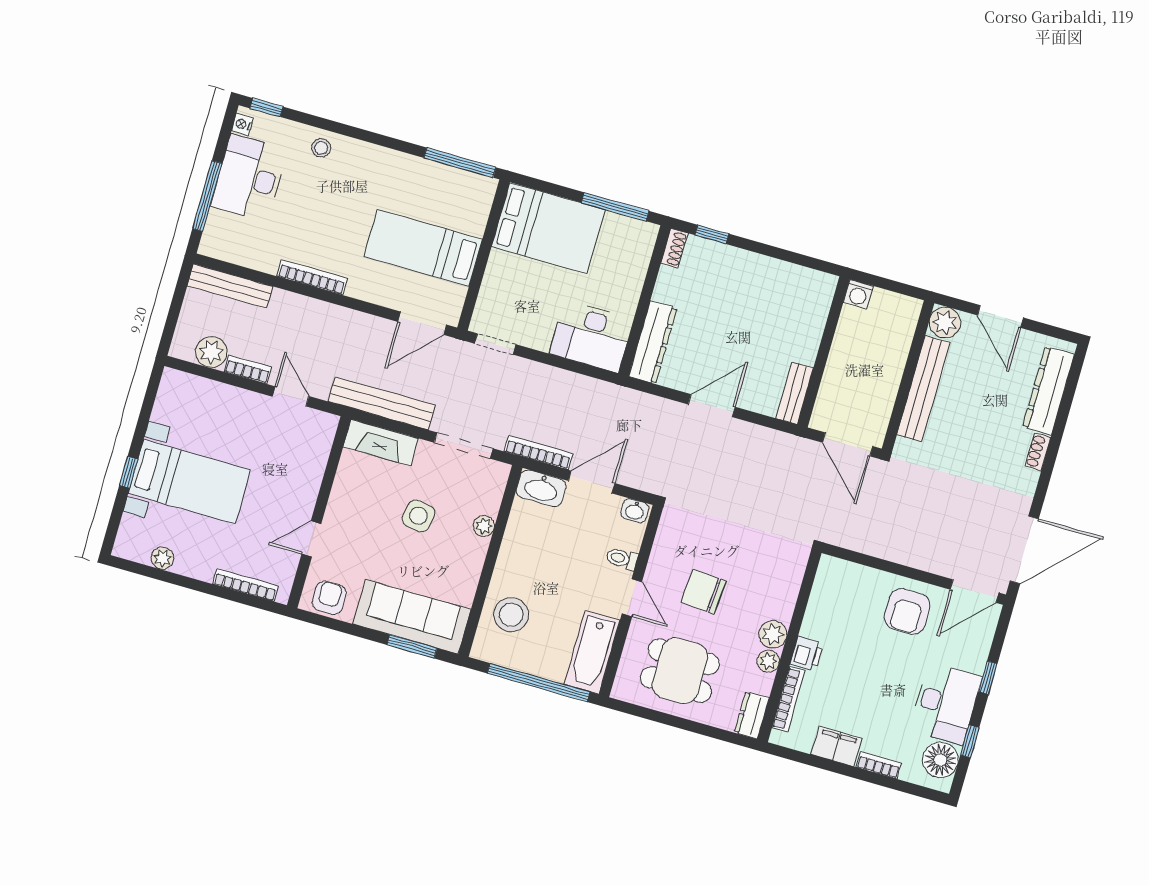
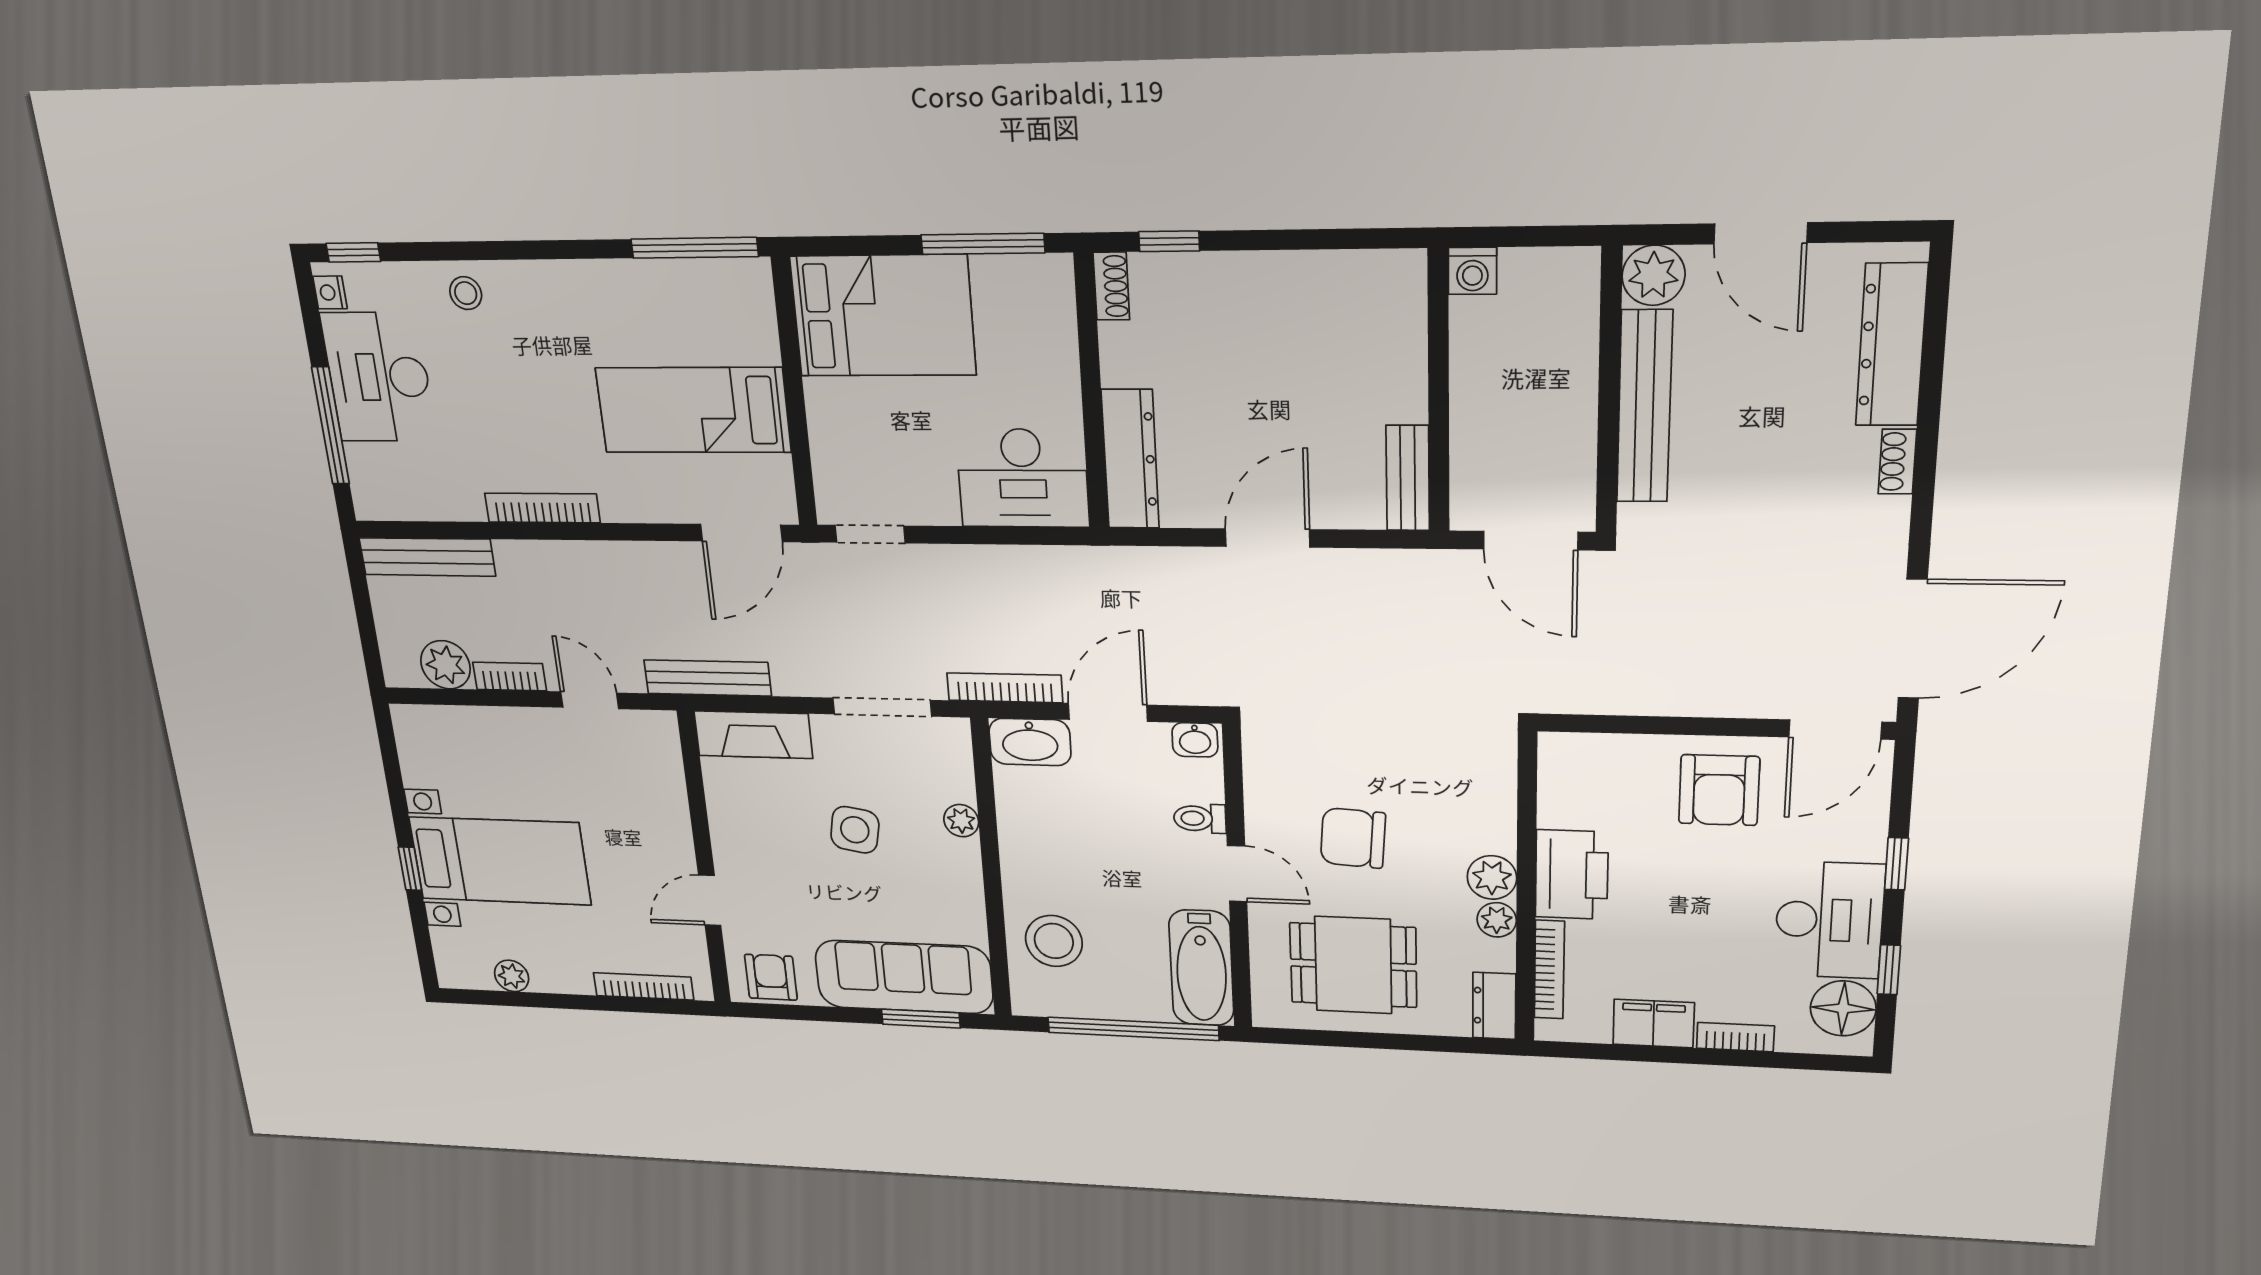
bench: (382, 403) -> (708, 678), width x0.73, depth x0.82
printer: (807, 654) -> (1572, 875), width x1.87, depth x1.48

